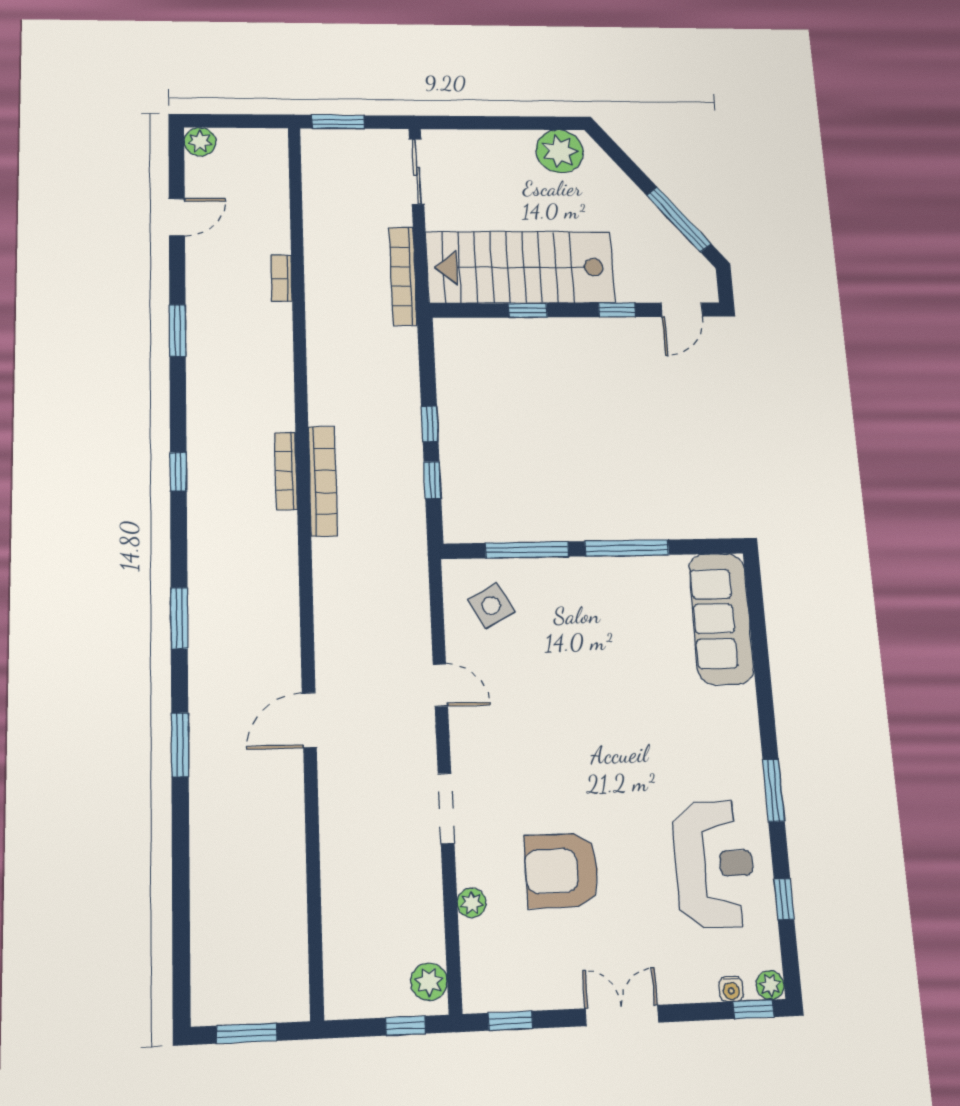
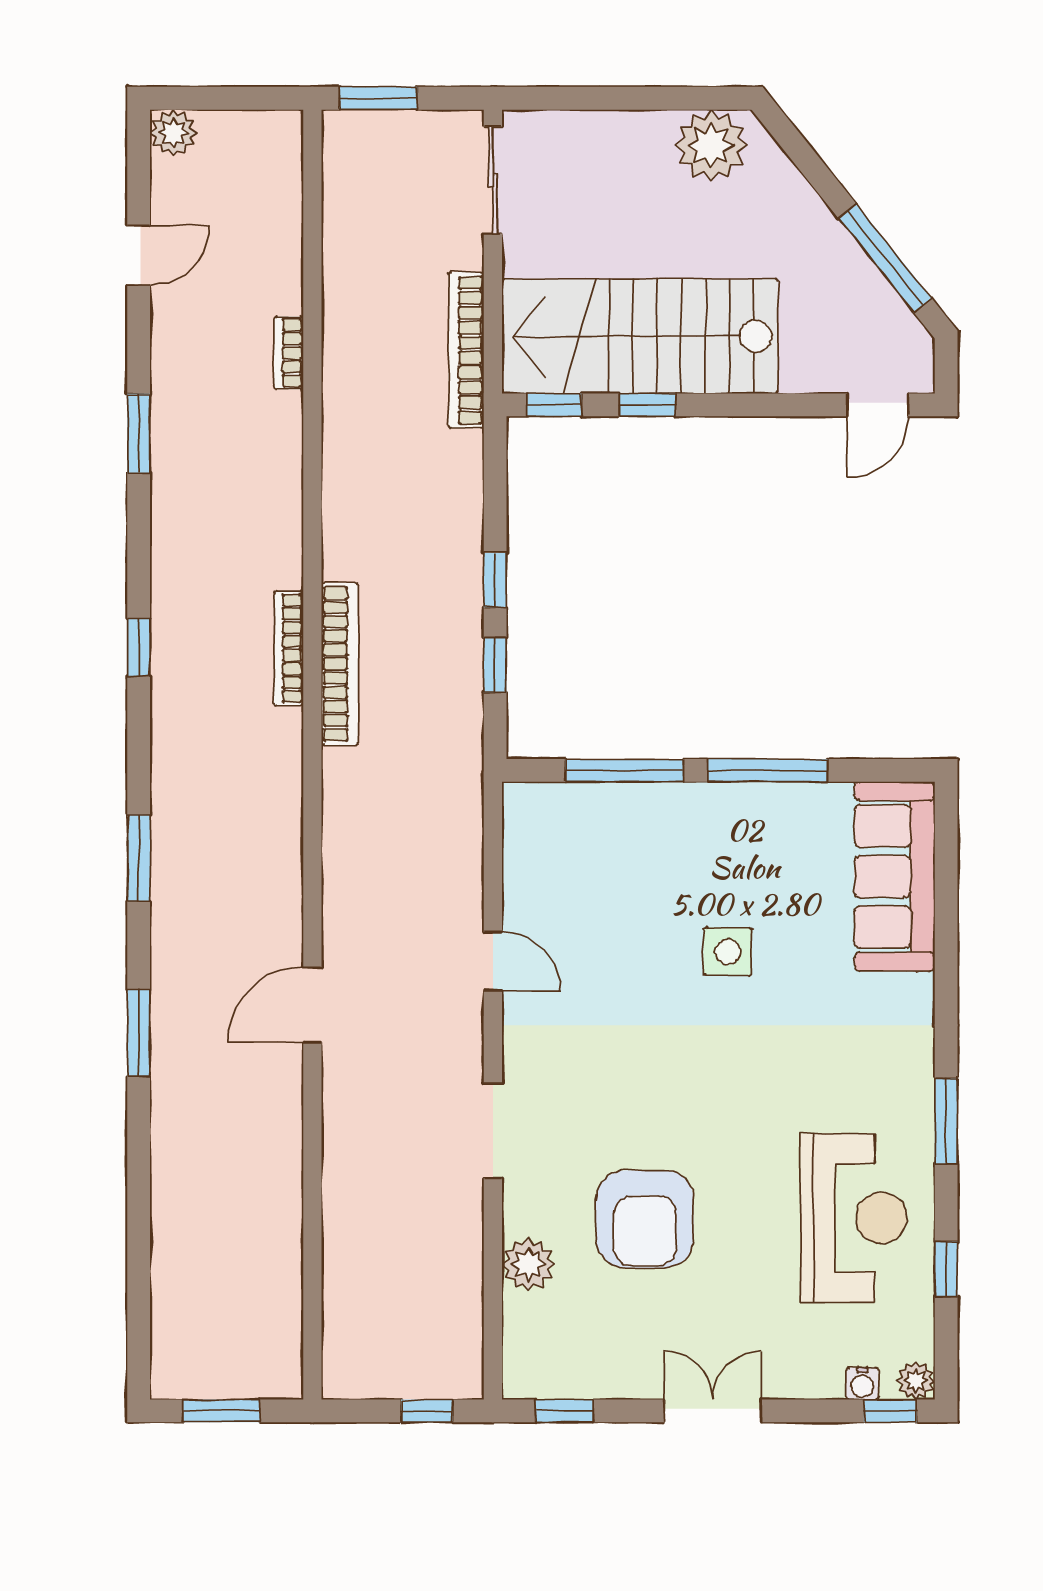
window: (617, 310) -> (554, 405), moved
side table: (491, 606) -> (728, 952), moved, turned 30
armchair: (562, 871) -> (645, 1219), turned -90
plant: (472, 903) -> (528, 1264), width x1.38, depth x1.38
plant: (429, 982) -> (460, 1357), removed

